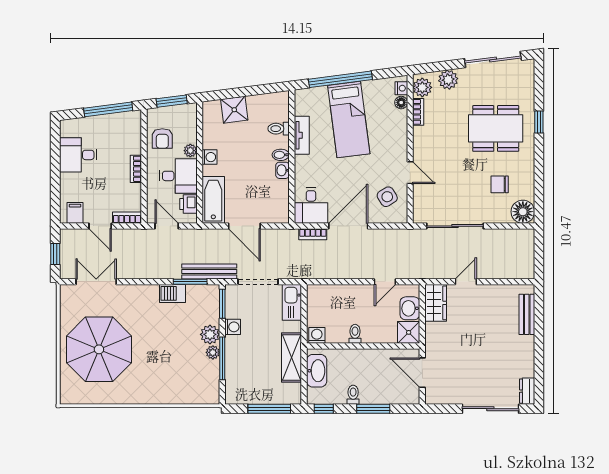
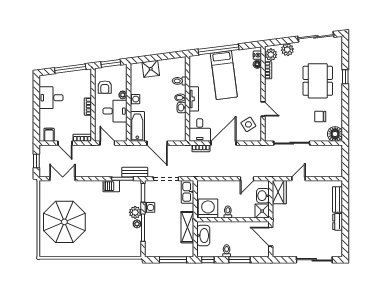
dining table: (496, 128) -> (318, 81), turned 90
tv unit: (302, 135) -> (194, 99), moved
printer: (188, 204) -> (121, 129), removed
bench: (209, 271) -> (135, 172), width x0.73
washing machine: (317, 335) -> (208, 208), width x1.89, depth x1.89
dresser: (527, 391) -> (338, 222), moved

